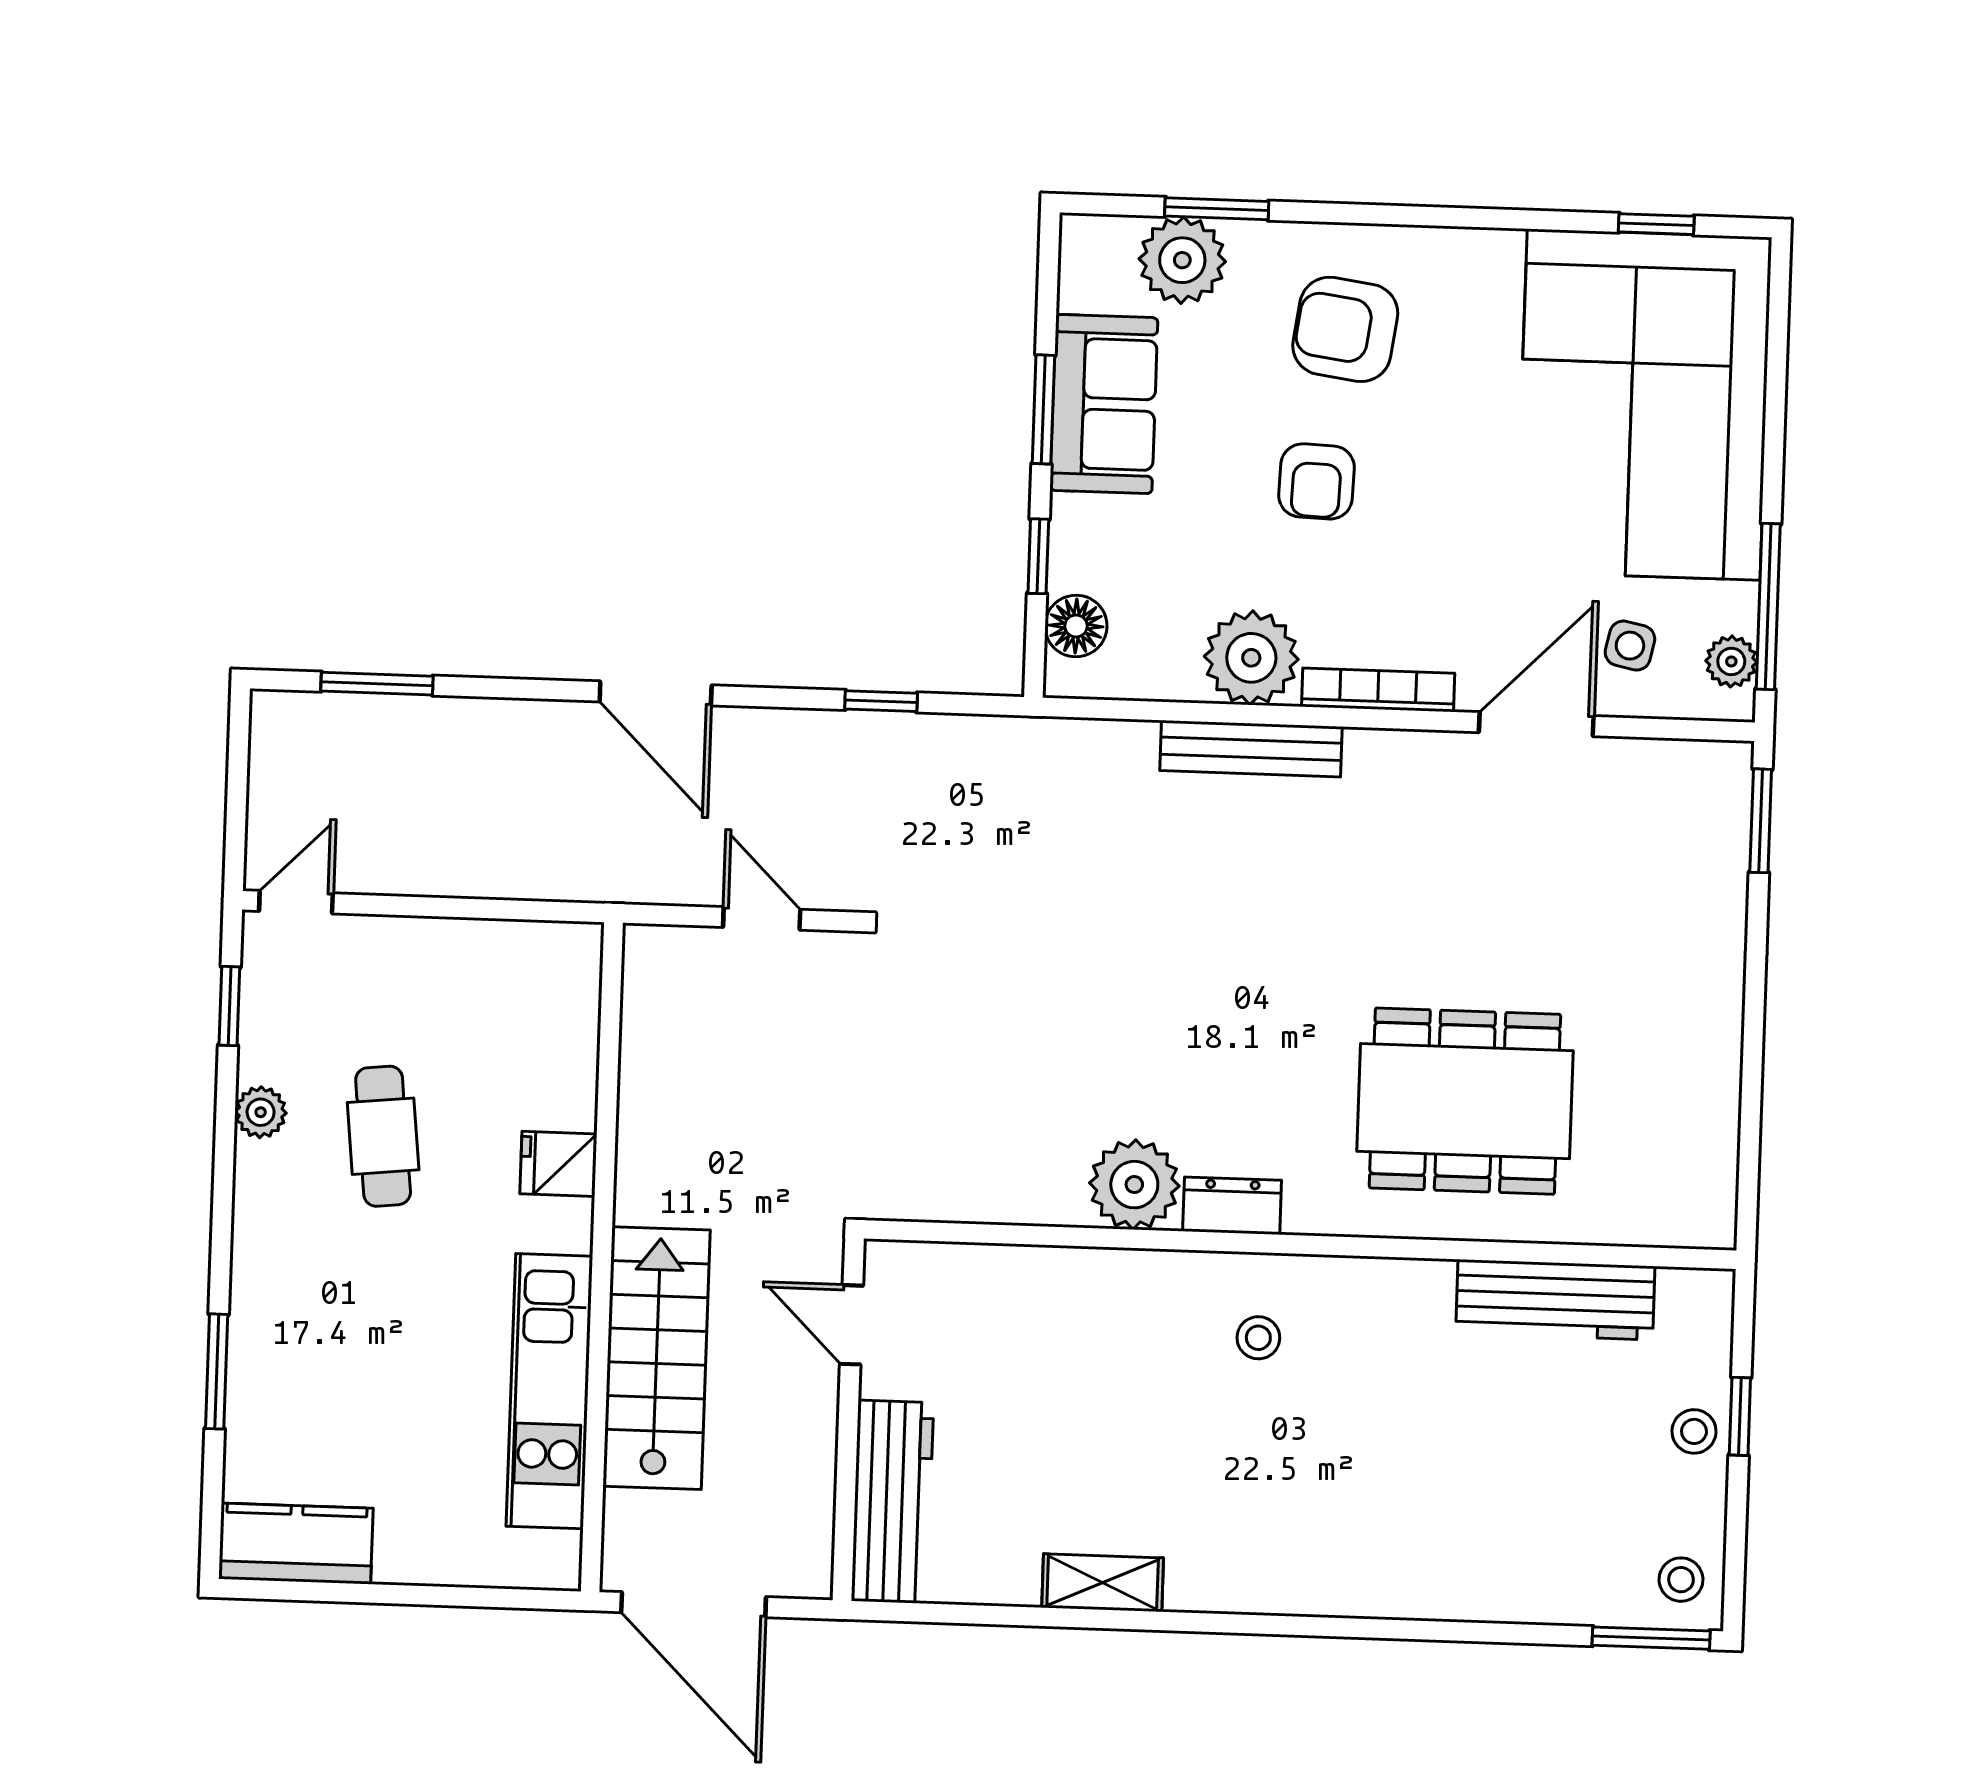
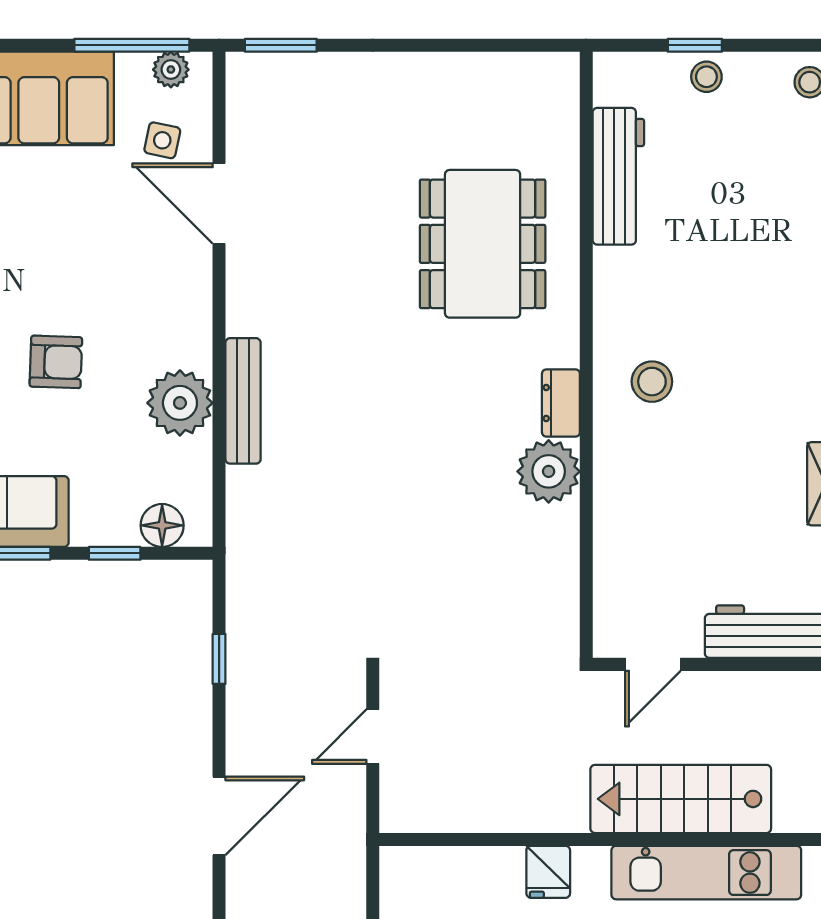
bookcase: (1378, 690) -> (199, 314), removed
stool: (1258, 1338) -> (652, 382), width x1.37, depth x1.37

